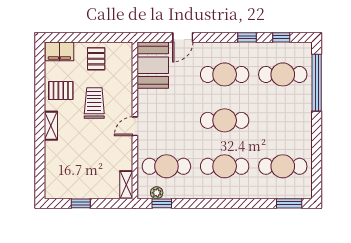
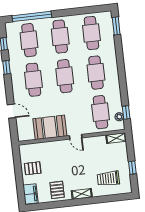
booth: (153, 65) -> (50, 127), moved
trolley: (94, 103) -> (108, 178), moved
cafe table: (283, 120) -> (60, 37), added

